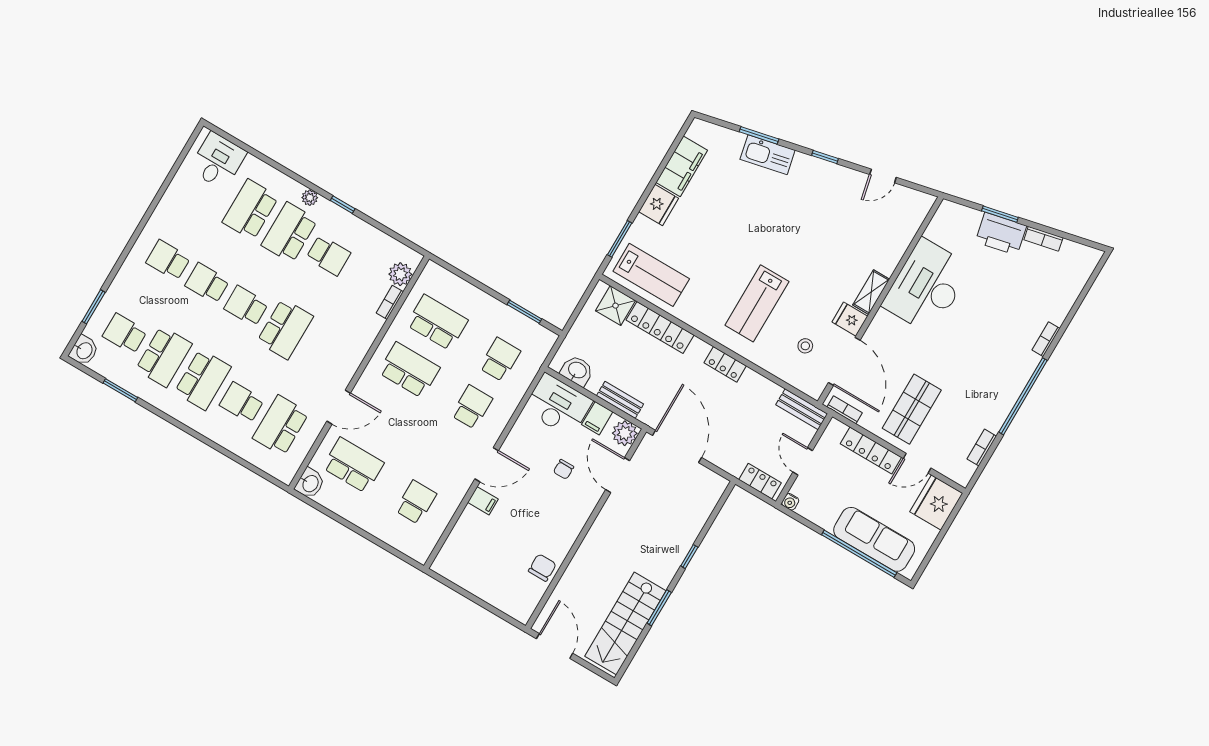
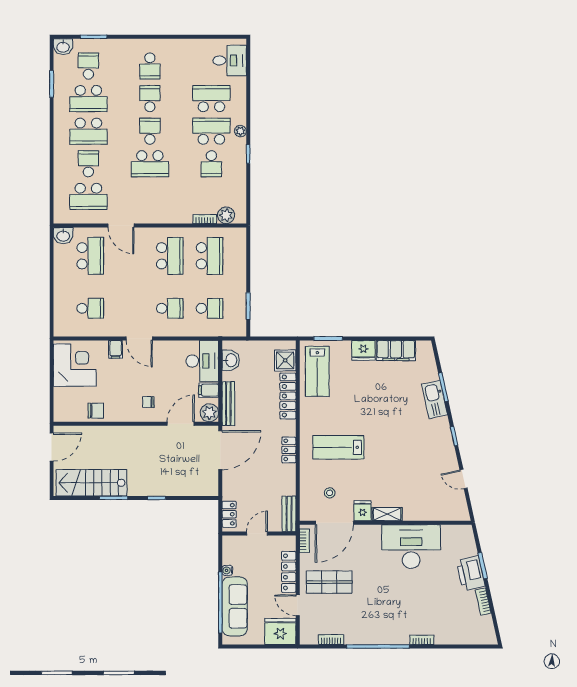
school desk: (168, 260) -> (150, 66), turned 180
bench: (620, 400) -> (228, 404), width x1.36
school desk: (281, 425) -> (88, 196), turned 180
chair: (564, 469) -> (148, 402), moved
water cooler: (790, 502) -> (227, 570), moved
corner desk: (473, 561) -> (75, 365), added

